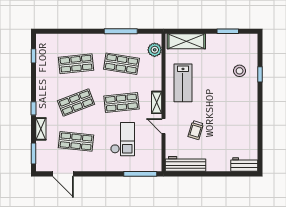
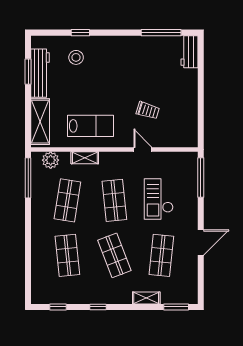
window: (121, 31) -> (28, 178), moved
shelving: (157, 102) -> (85, 158), moved
window: (33, 108) -> (98, 307), moved
door: (164, 126) -> (143, 149), swing flipped
checkout: (123, 139) -> (159, 199), turned -90
window: (260, 141) -> (161, 33), added
workbench: (185, 164) -> (40, 73), moved, turned 180
door: (63, 174) -> (201, 242), moved

